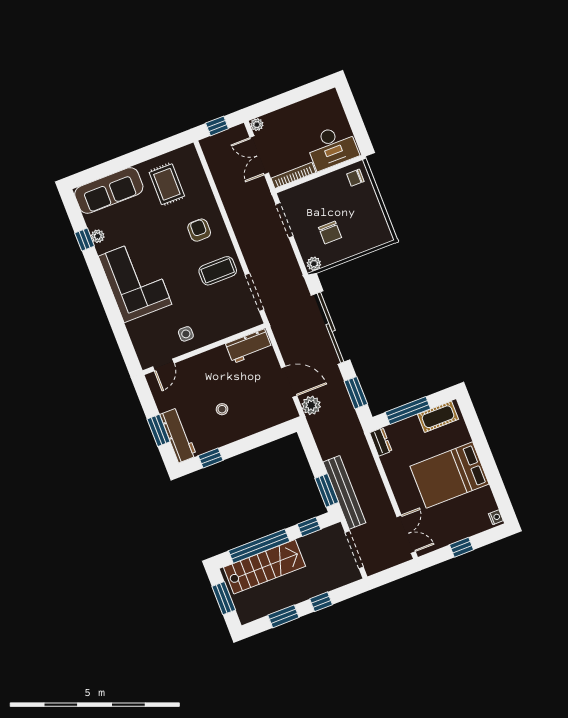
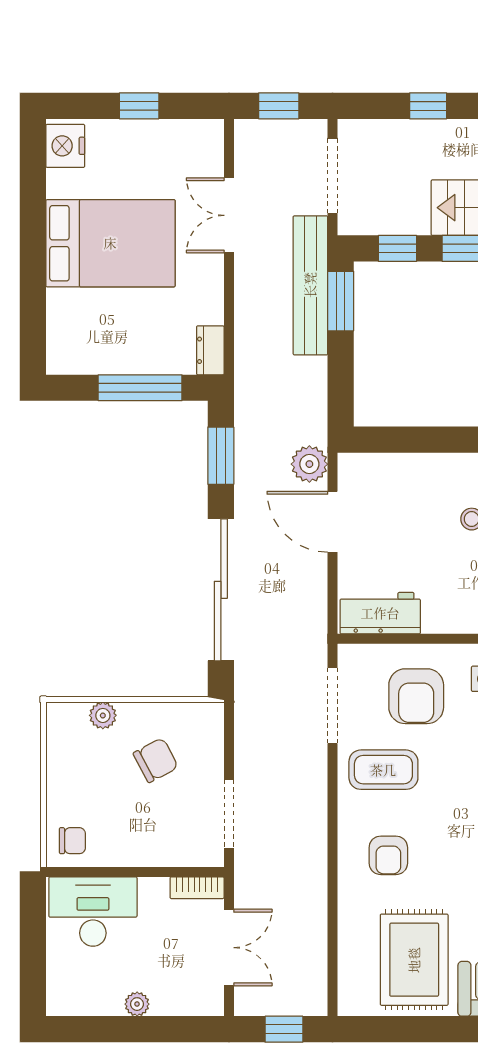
plant: (257, 125) -> (137, 1004), moved
bookcase: (293, 175) -> (197, 888), width x0.64
rug: (167, 184) -> (414, 960), width x1.36, depth x1.43
chair: (330, 232) -> (156, 760), turned 62
plant: (314, 264) -> (103, 715), moved
armchair: (216, 313) -> (416, 696), added
cot: (438, 417) -> (90, 356), removed
nightstand: (496, 517) -> (65, 146), width x1.89, depth x1.79
double door: (406, 534) -> (229, 215), moved
window: (394, 574) -> (279, 106), added

